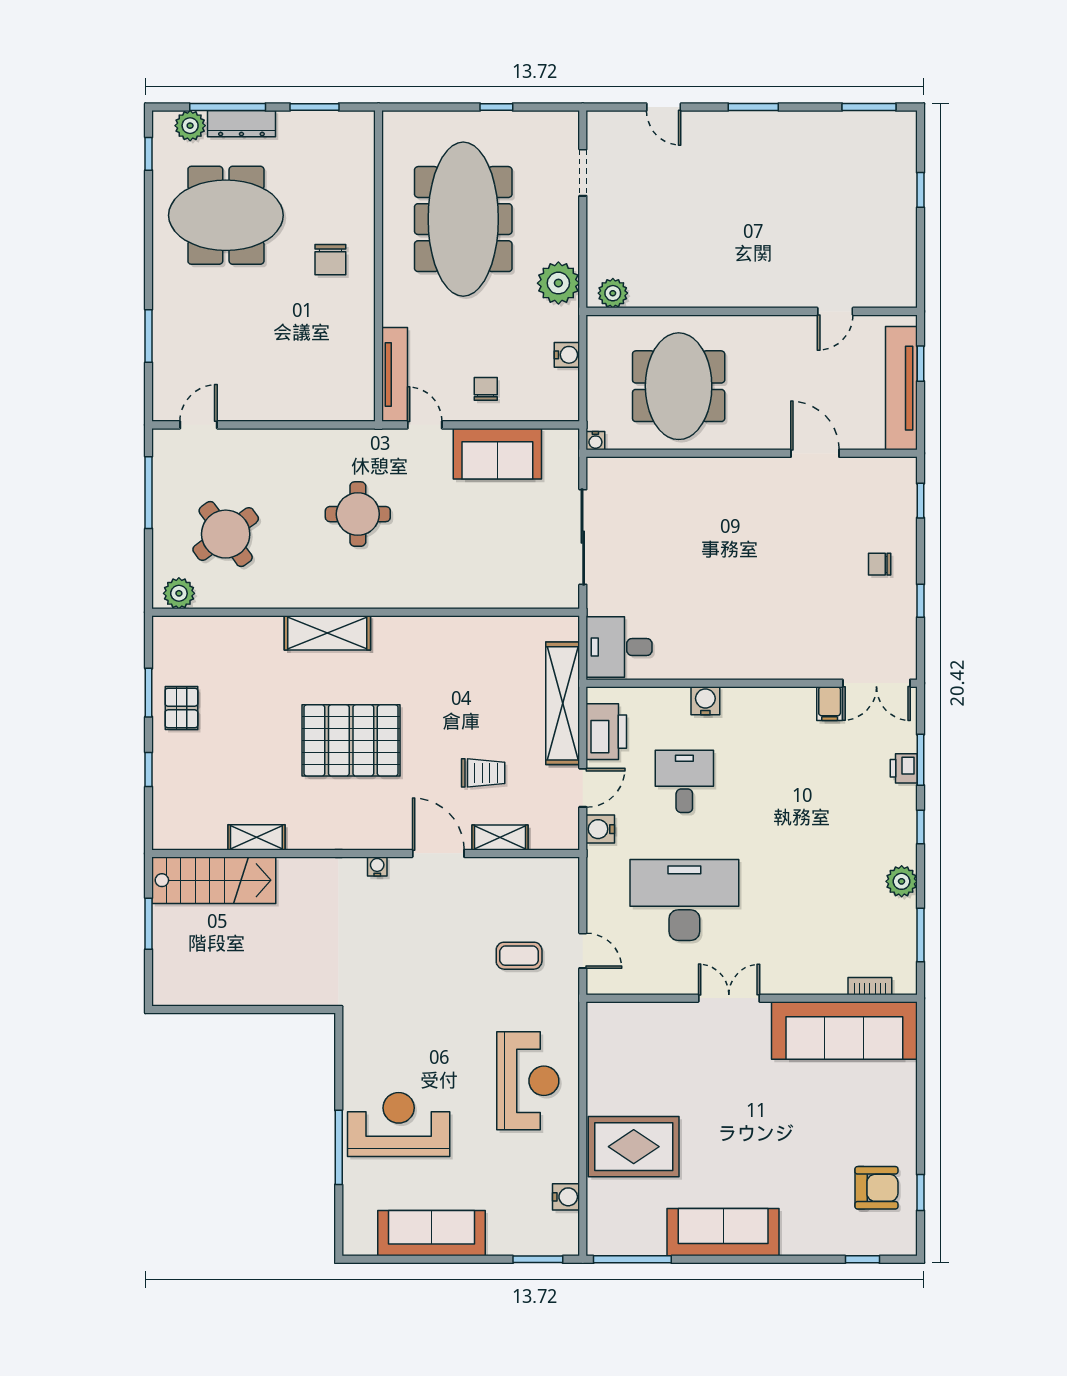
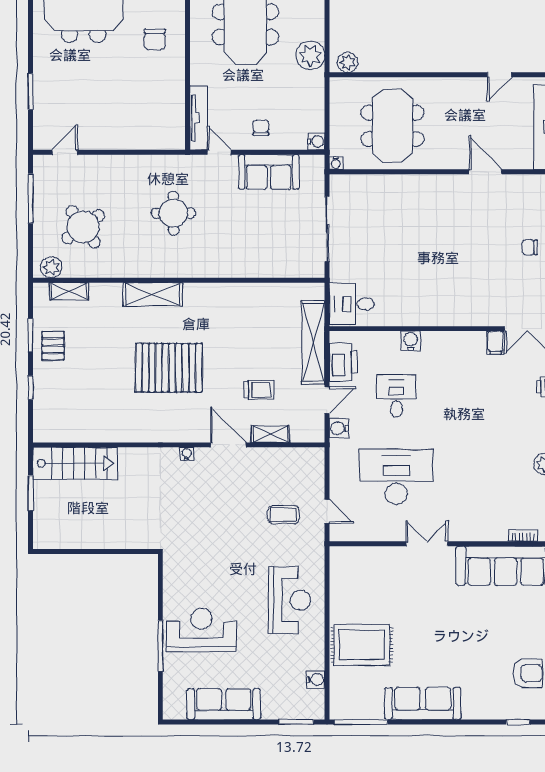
water cooler: (567, 355) -> (316, 141), moved
shelving: (256, 837) -> (69, 291), moved

